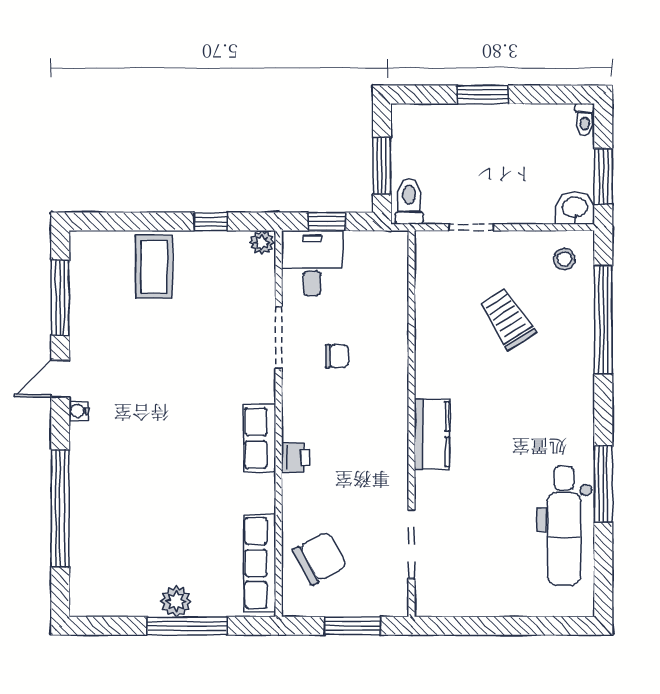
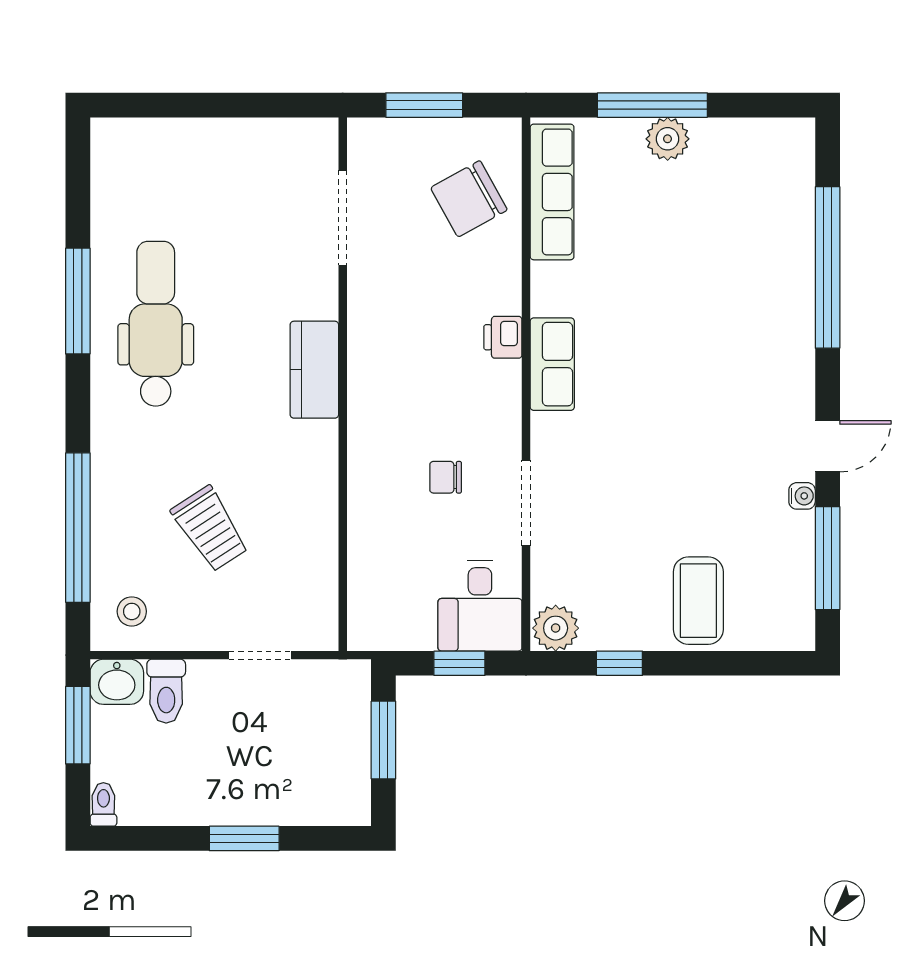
toilet: (409, 201) -> (166, 691), moved
plant: (262, 242) -> (556, 628), width x1.38, depth x1.38
water cooler: (79, 411) -> (802, 496), moved
dental chair: (564, 526) -> (156, 324), moved

